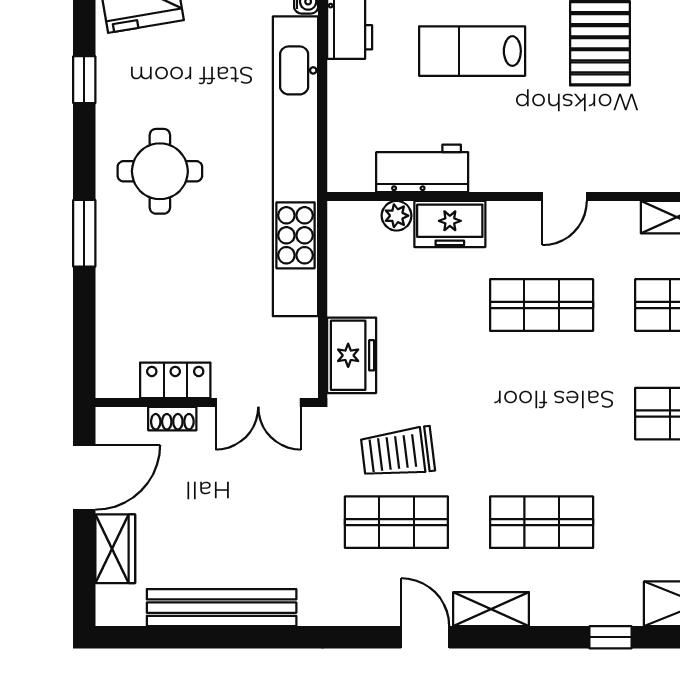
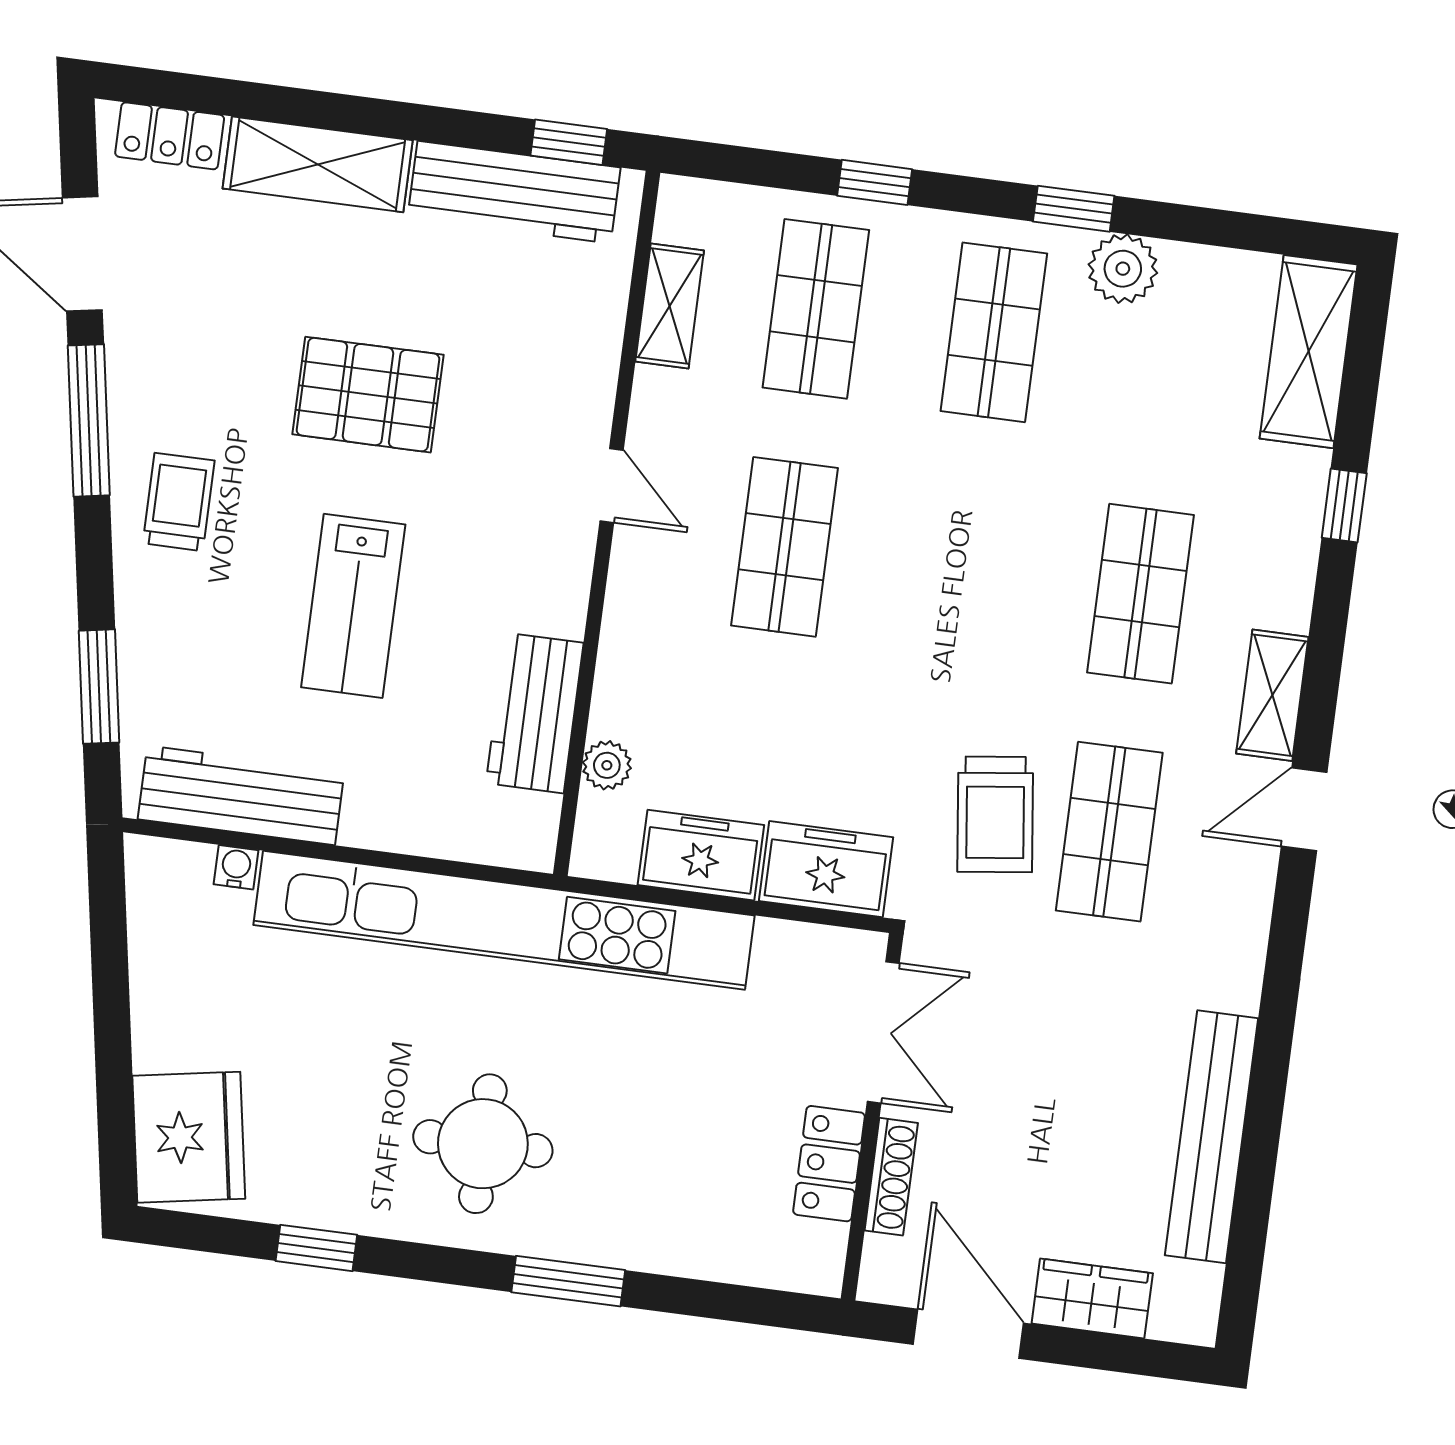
freezer: (450, 224) -> (701, 855), moved, turned -90
shoe rack: (172, 419) -> (891, 1177), width x1.43

